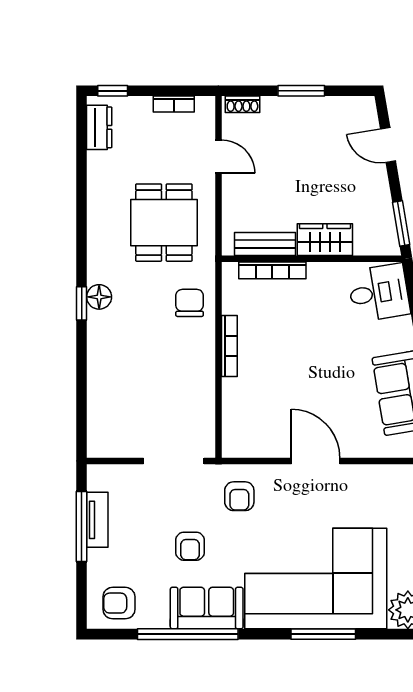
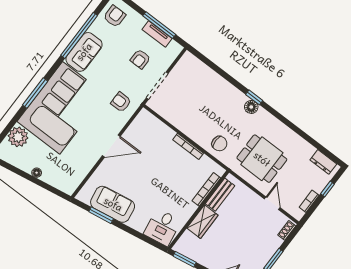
window: (113, 91) -> (327, 189), moved
door: (218, 157) -> (272, 203), swing flipped
armchair: (190, 546) -> (140, 59), moved, turned -90

